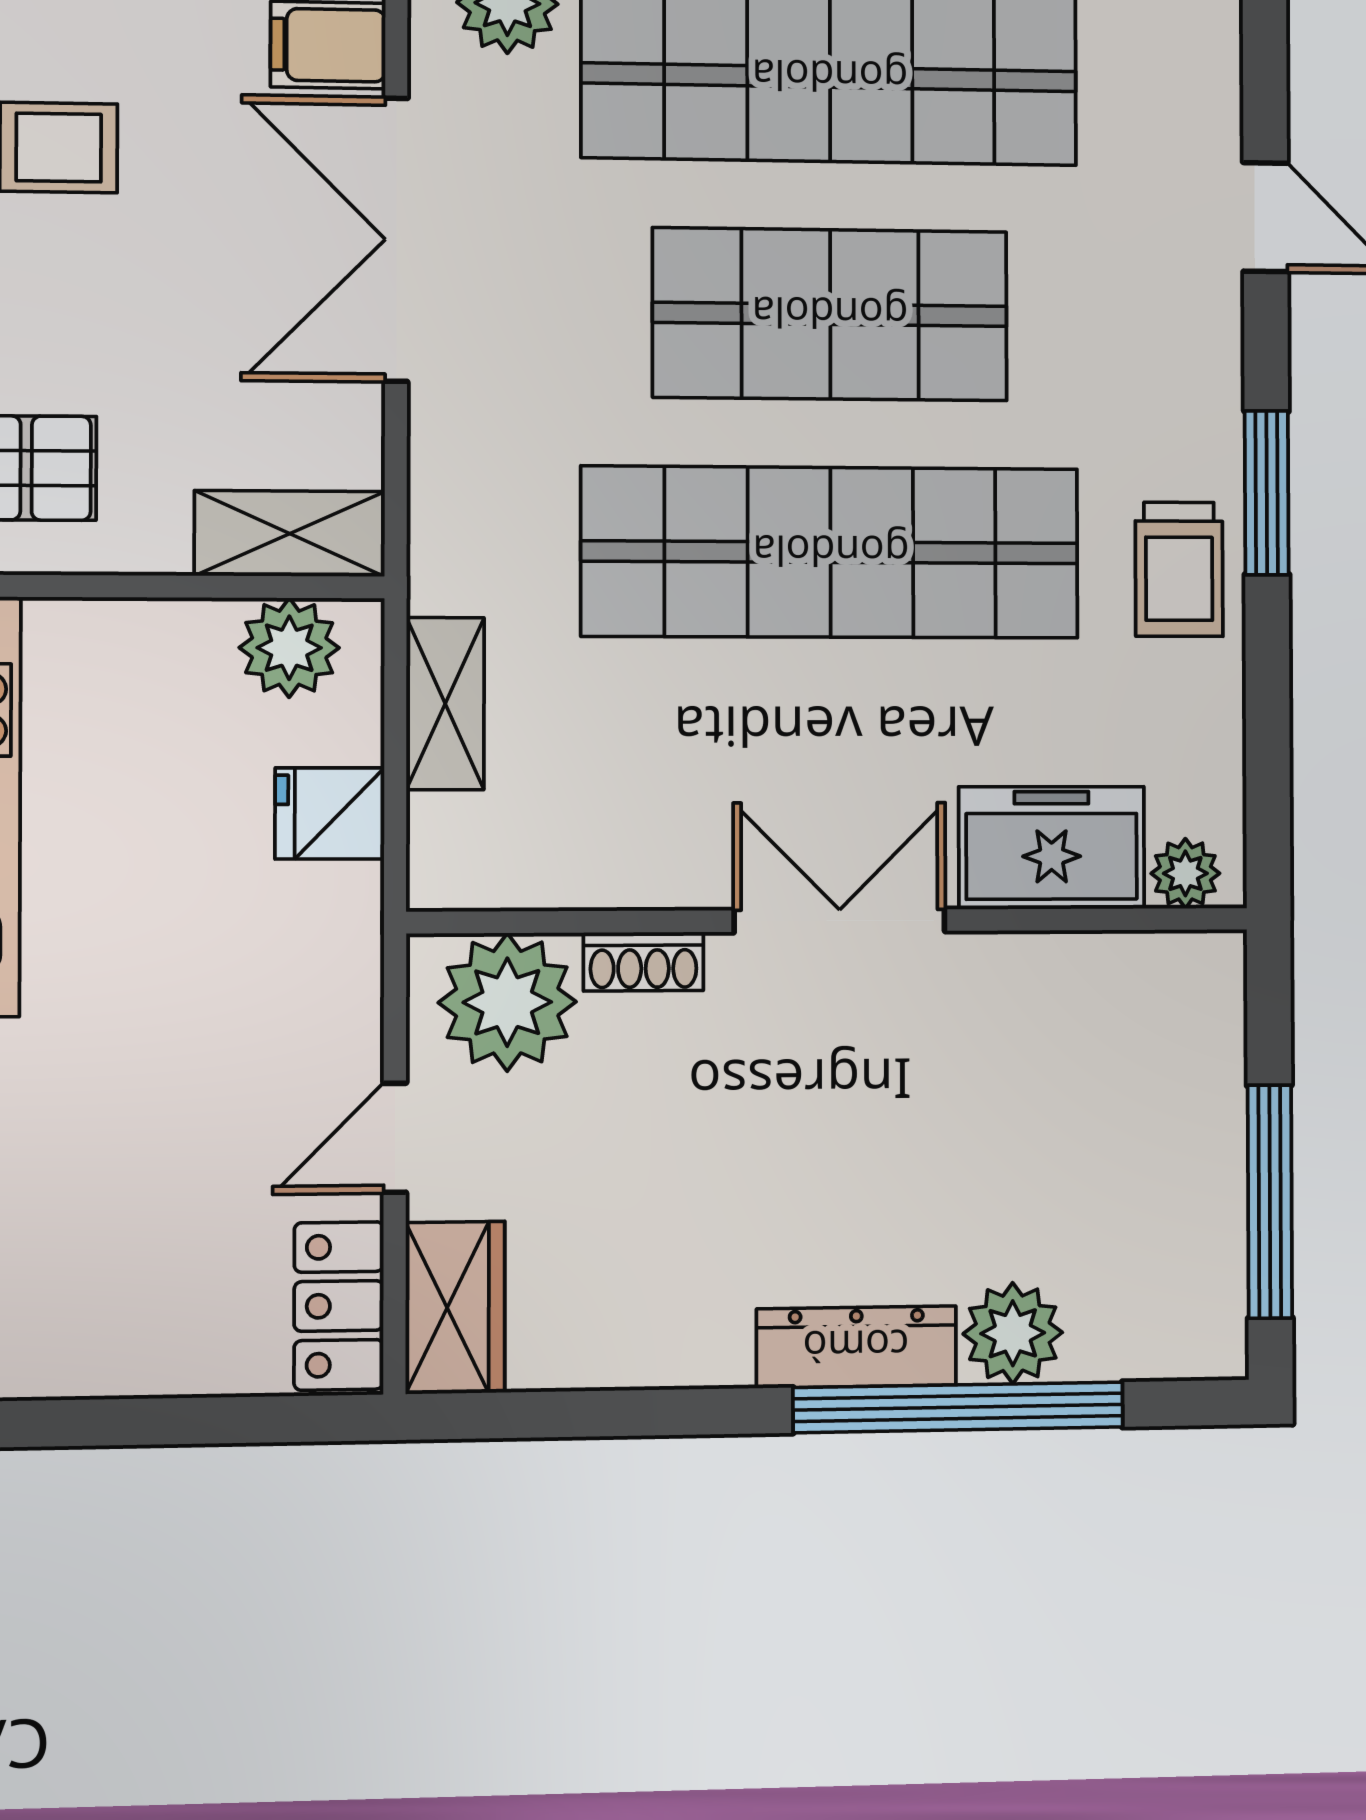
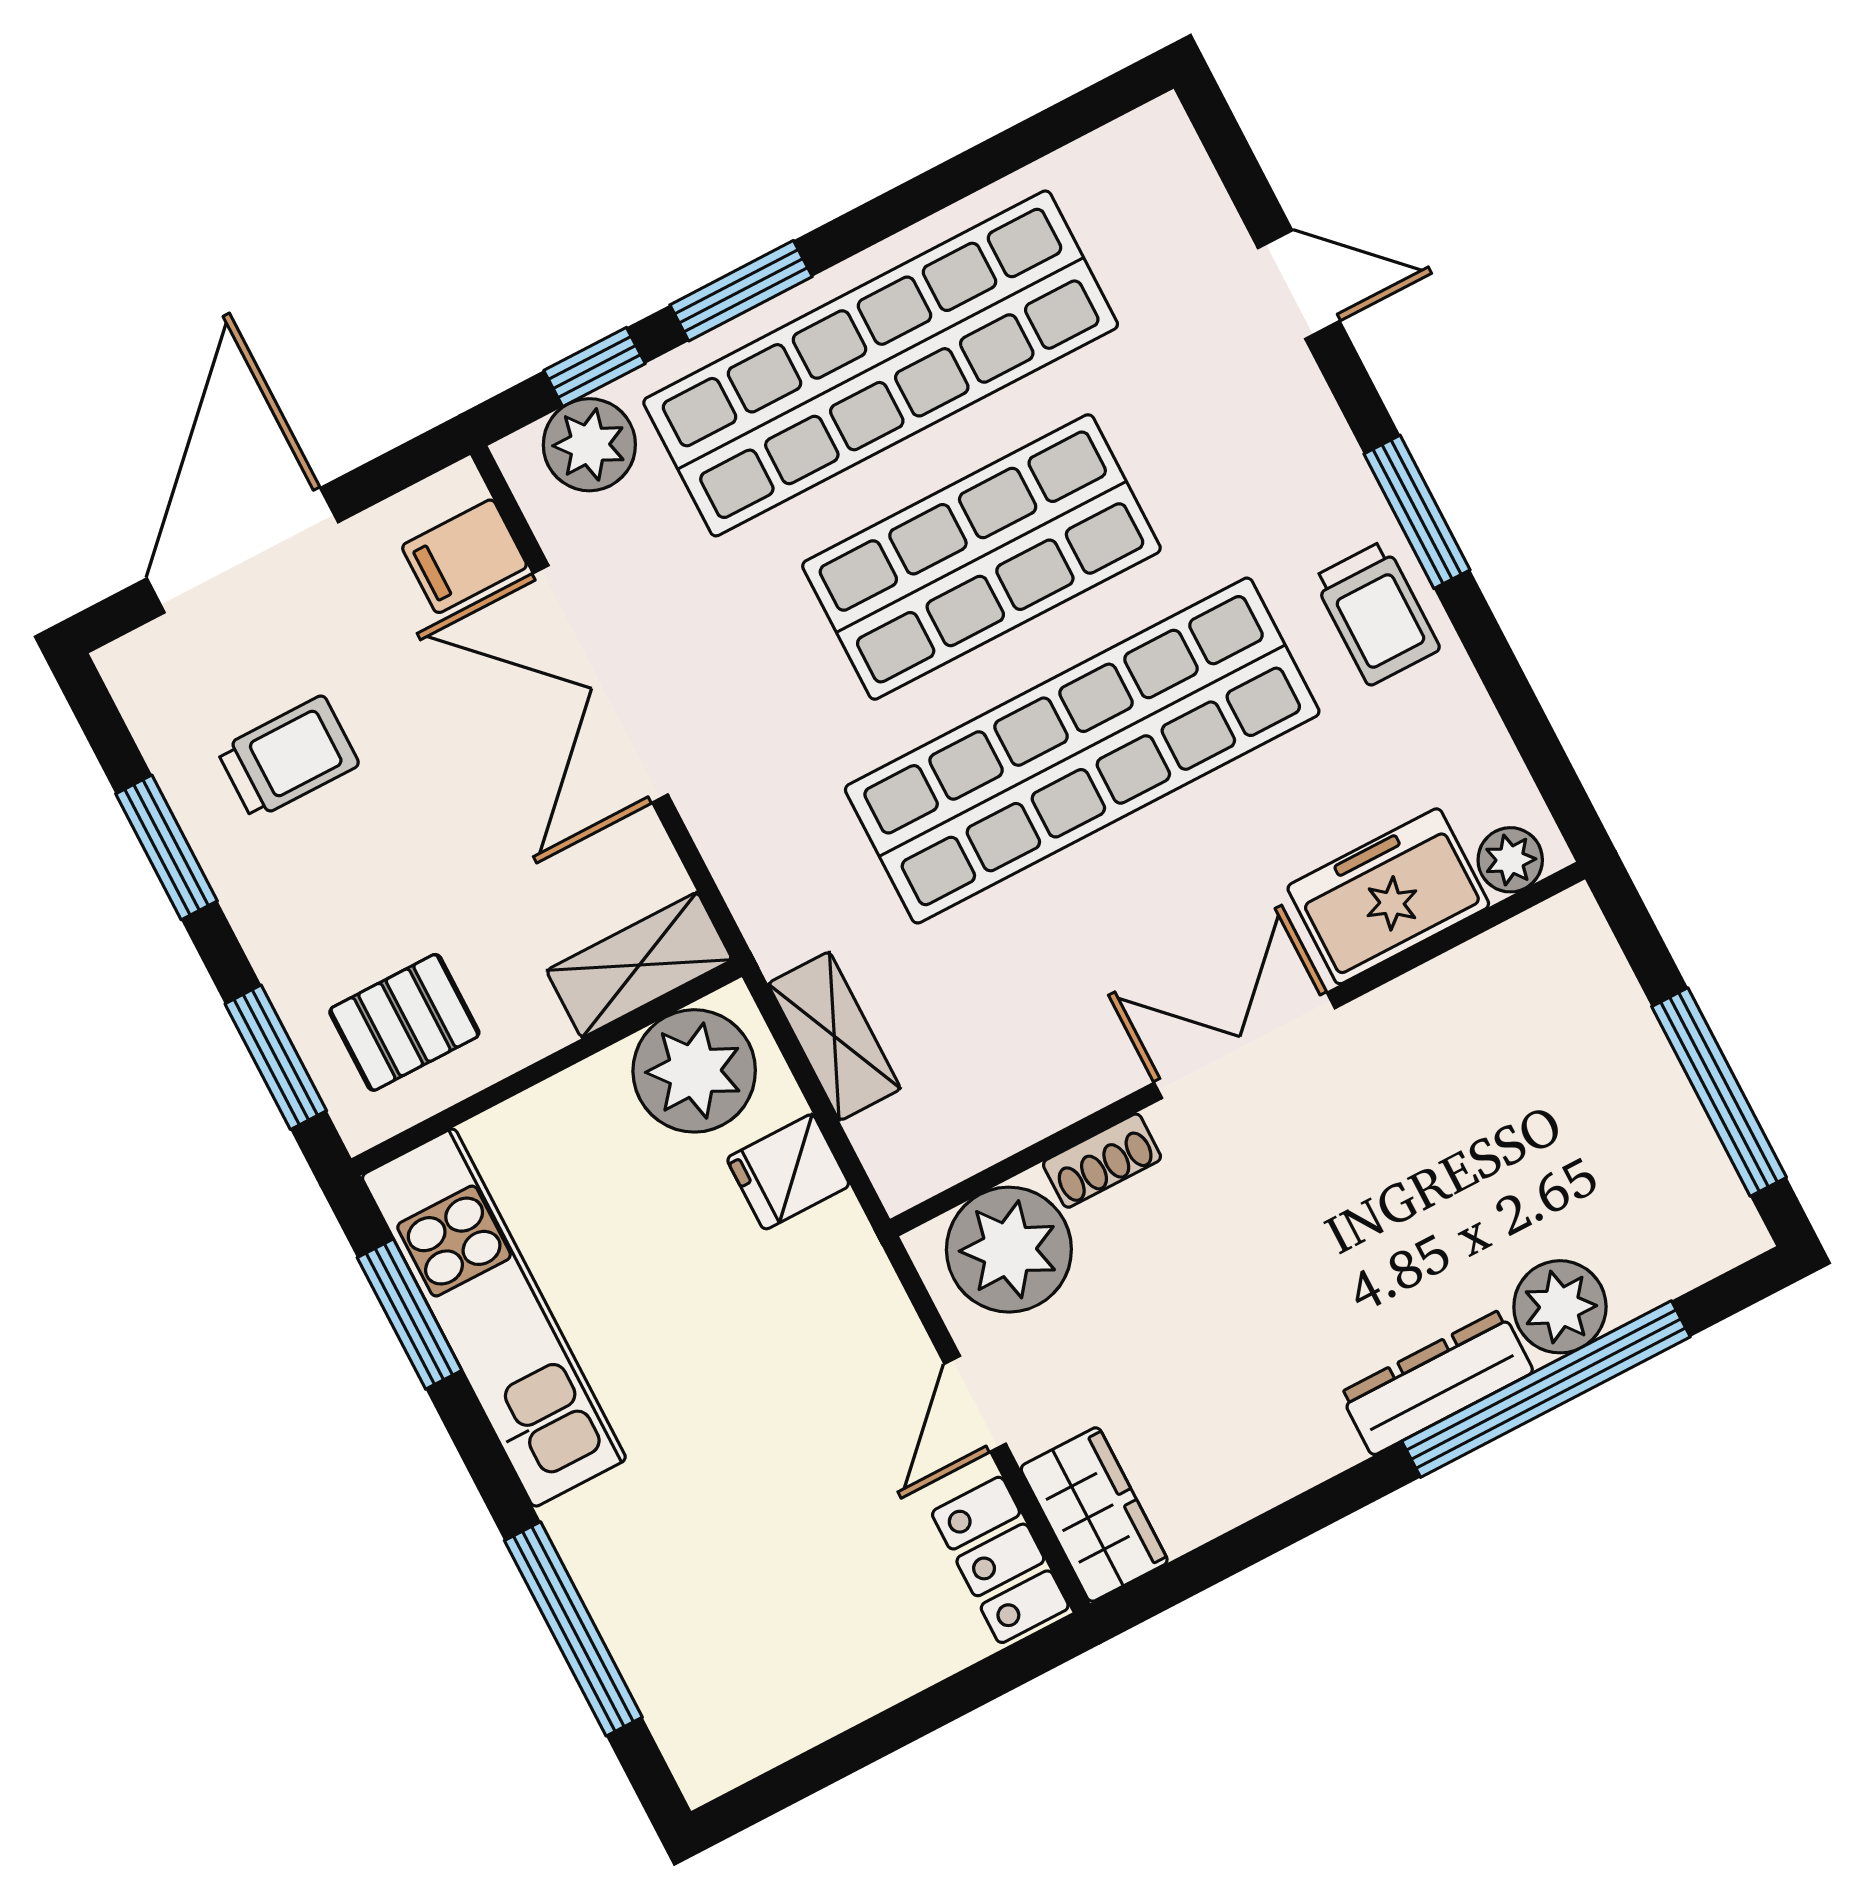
plant: (289, 648) -> (694, 1071), width x1.36, depth x1.36

